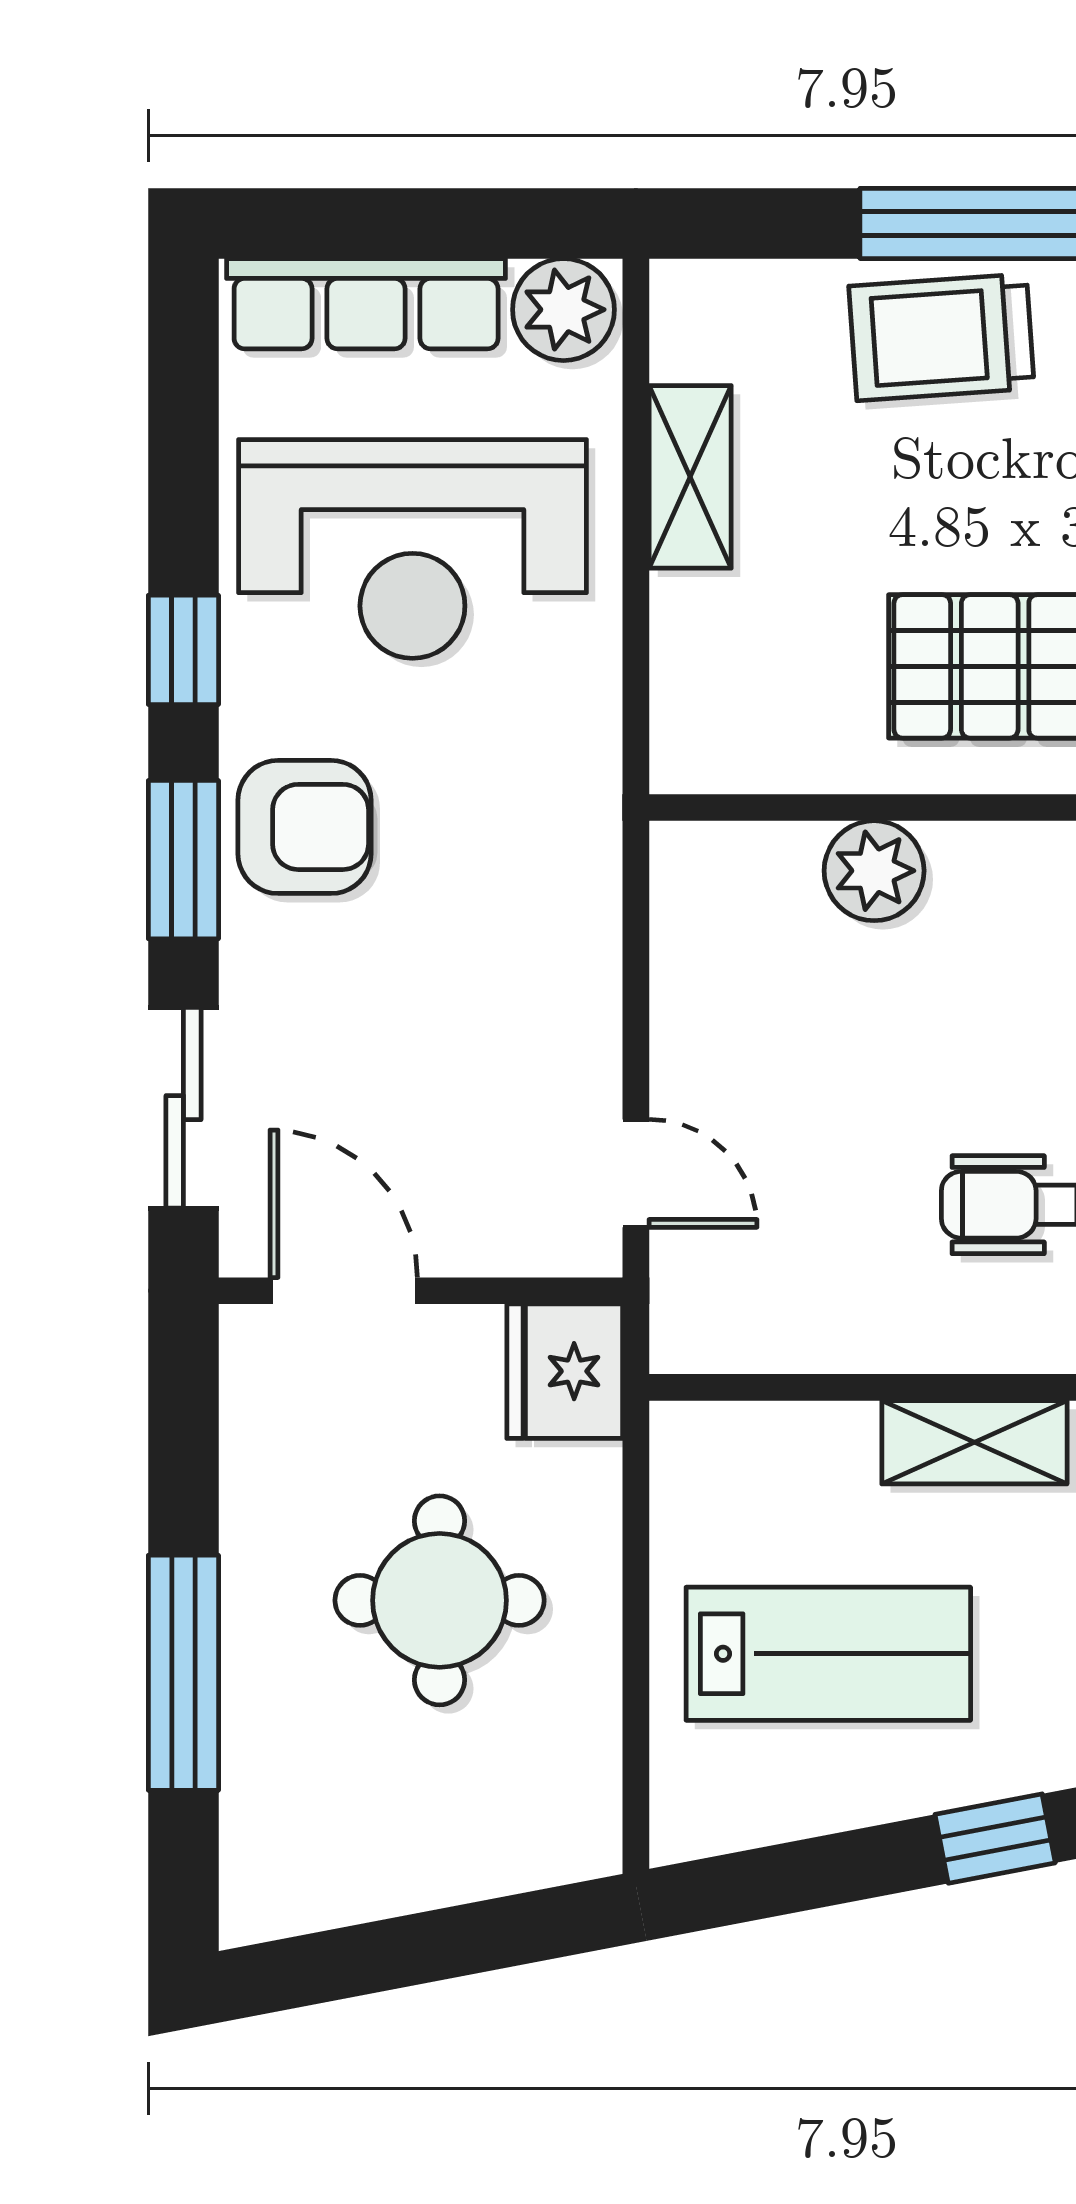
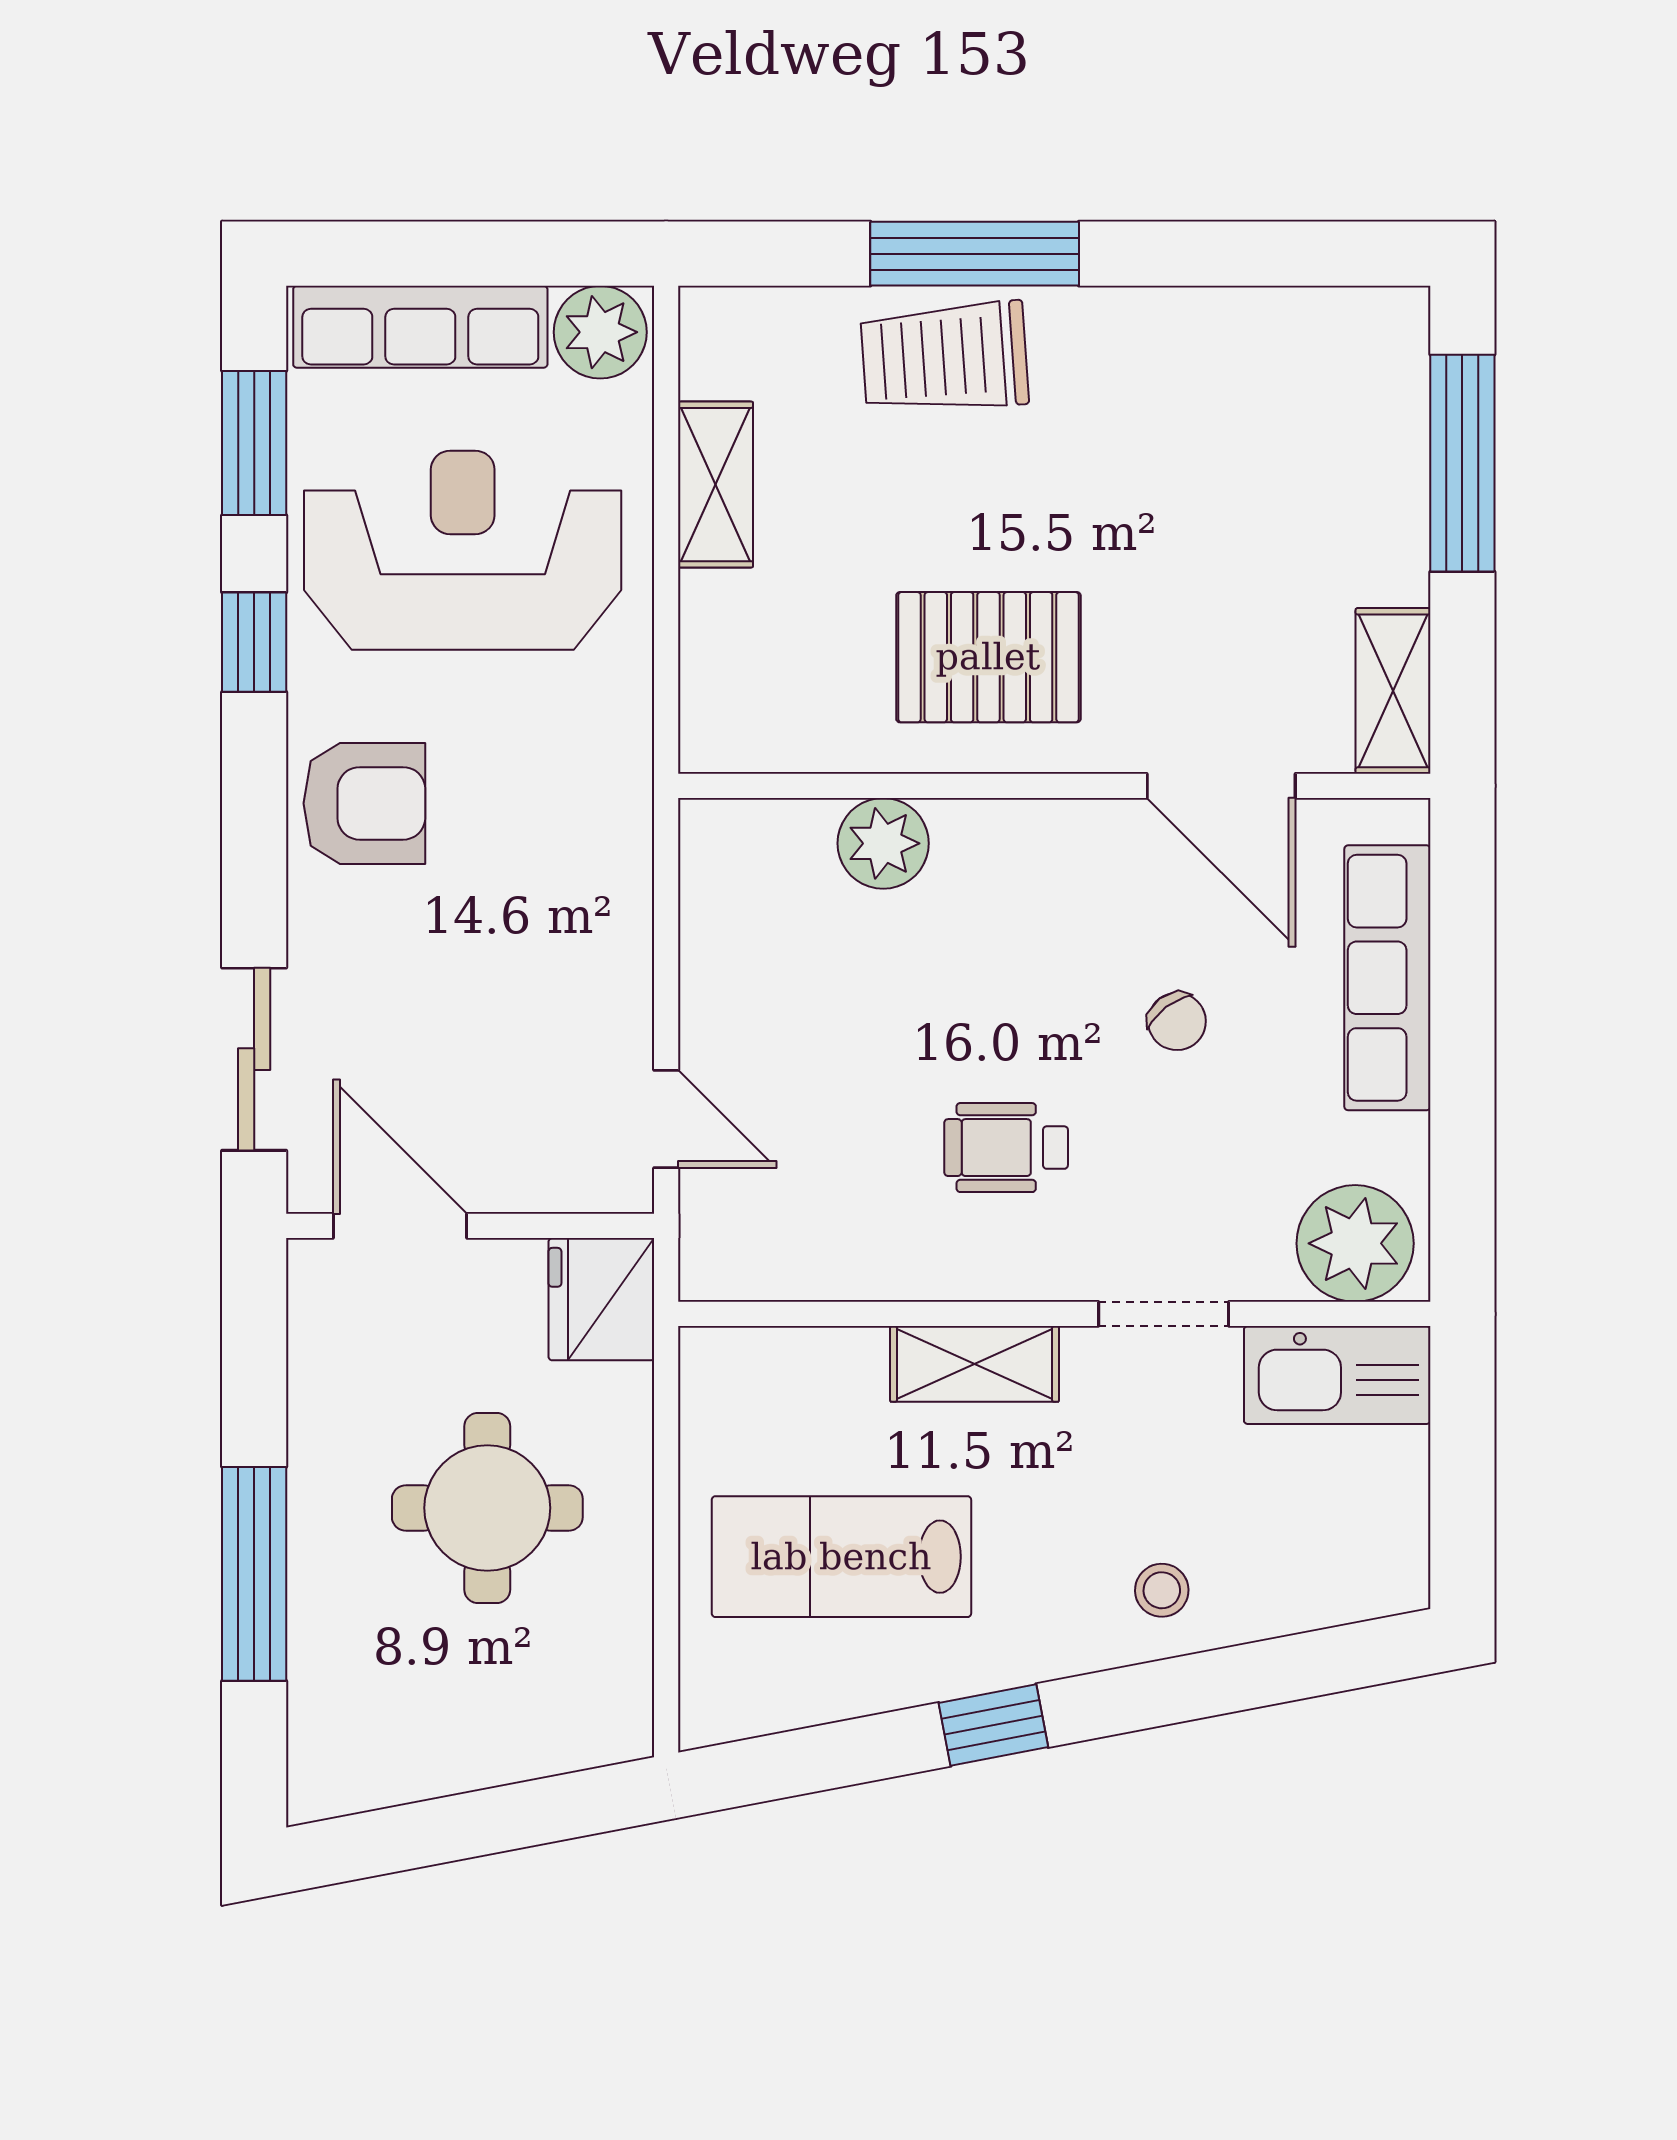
reception desk: (412, 549) -> (463, 550), turned 180
window: (183, 860) -> (254, 443), moved
lab bench: (828, 1654) -> (841, 1557), turned 180

